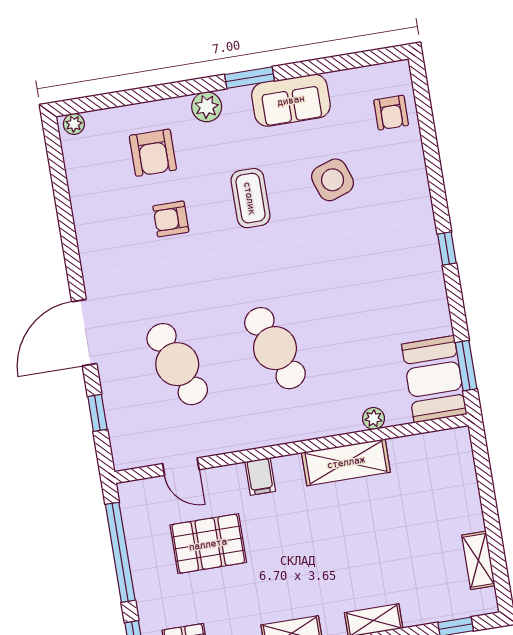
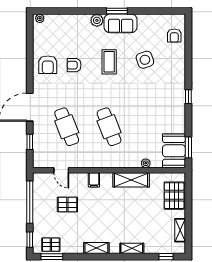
sofa: (291, 100) -> (121, 23), moved
armchair: (153, 153) -> (48, 65), moved
pallet: (451, 483) -> (174, 196), added
pallet: (208, 544) -> (67, 205), width x0.67, depth x0.71

